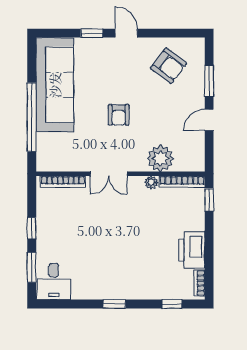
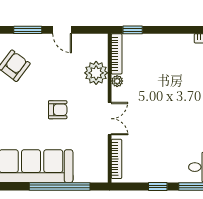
printer: (192, 250) -> (177, 45), removed

